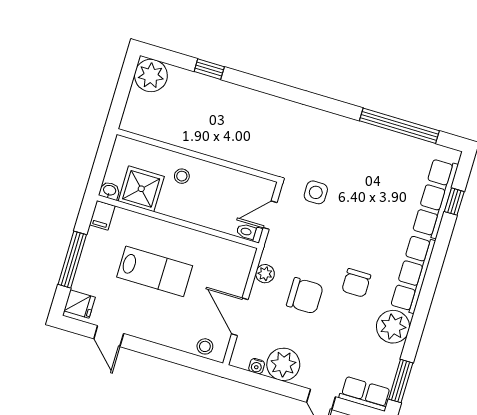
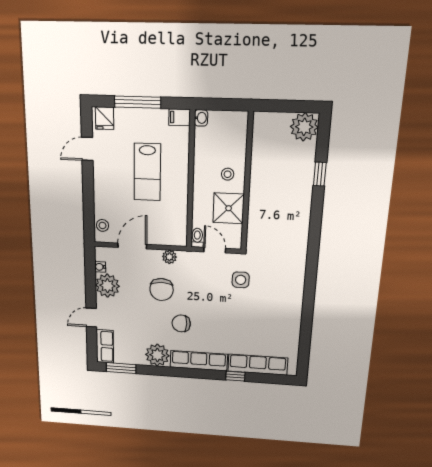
window: (399, 126) -> (306, 329), removed
shower: (141, 189) -> (229, 208), moved
window: (454, 202) -> (235, 376), moved

